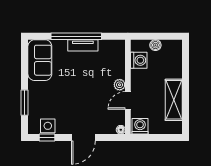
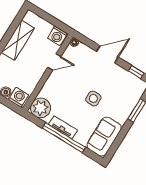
washing machine: (139, 60) -> (19, 97), moved, turned 90
plant: (120, 85) -> (40, 108), moved, width x1.87, depth x1.87
side table: (48, 126) -> (93, 99), moved

